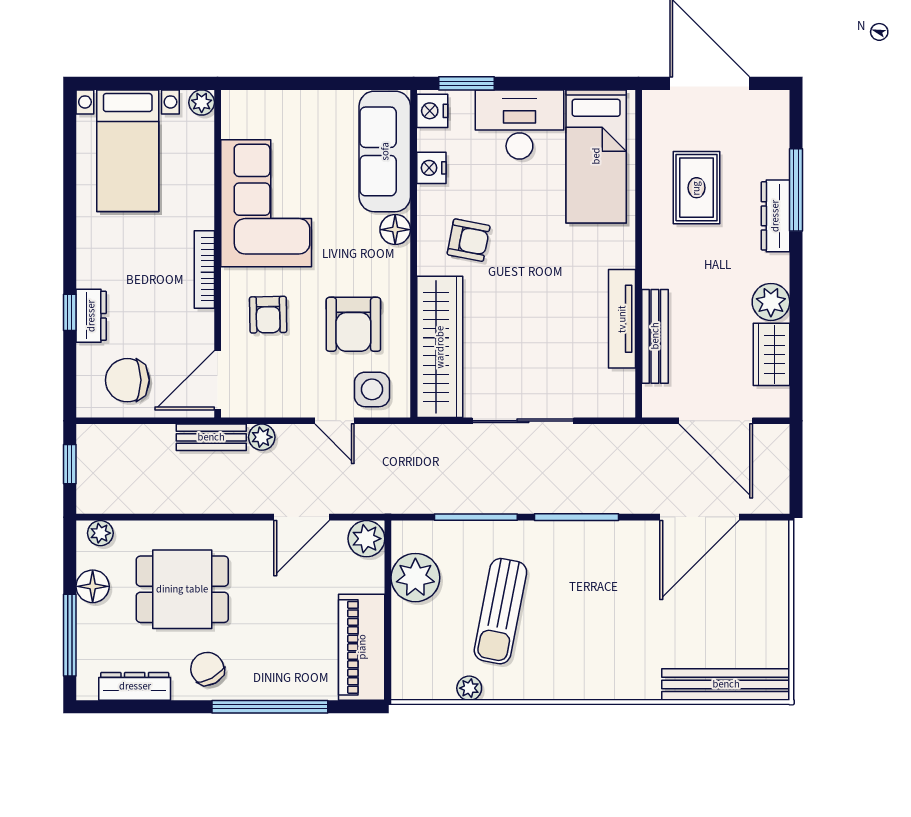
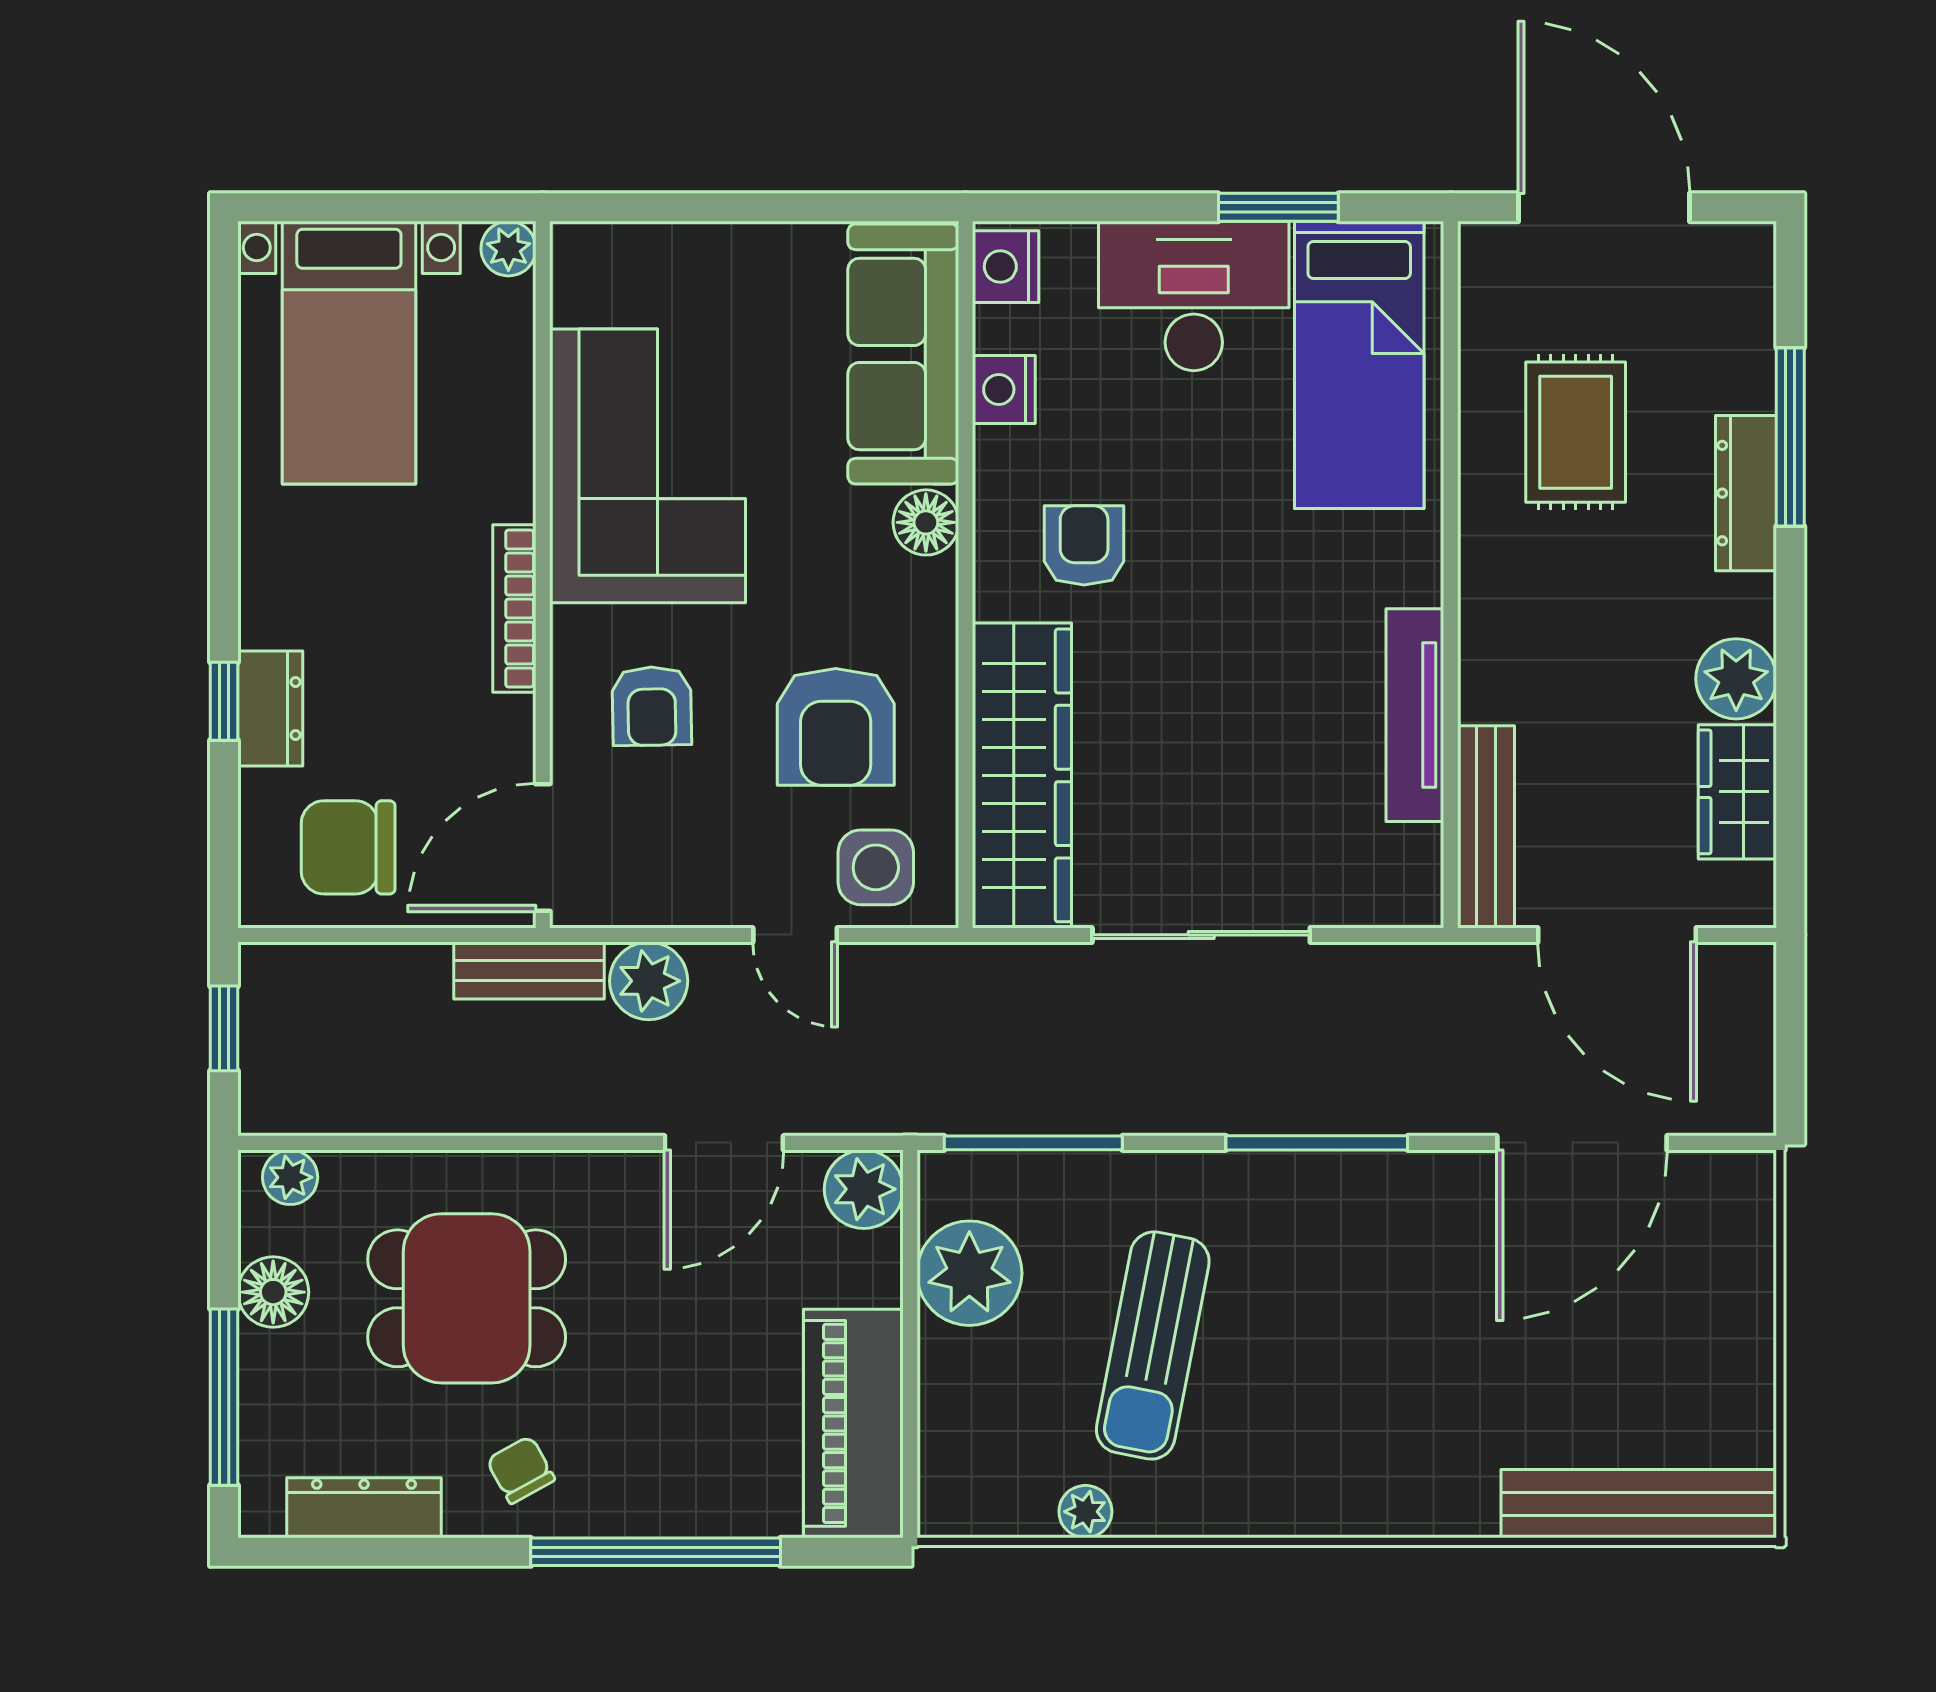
window: (467, 83) -> (1278, 207), moved
armchair: (469, 240) -> (1084, 545), turned -101
bench: (655, 336) -> (1486, 827), moved
plant: (262, 437) -> (649, 981), width x1.38, depth x1.38
window: (476, 517) -> (1033, 1143), moved
chair: (207, 669) -> (521, 1470), width x0.73, depth x0.73

